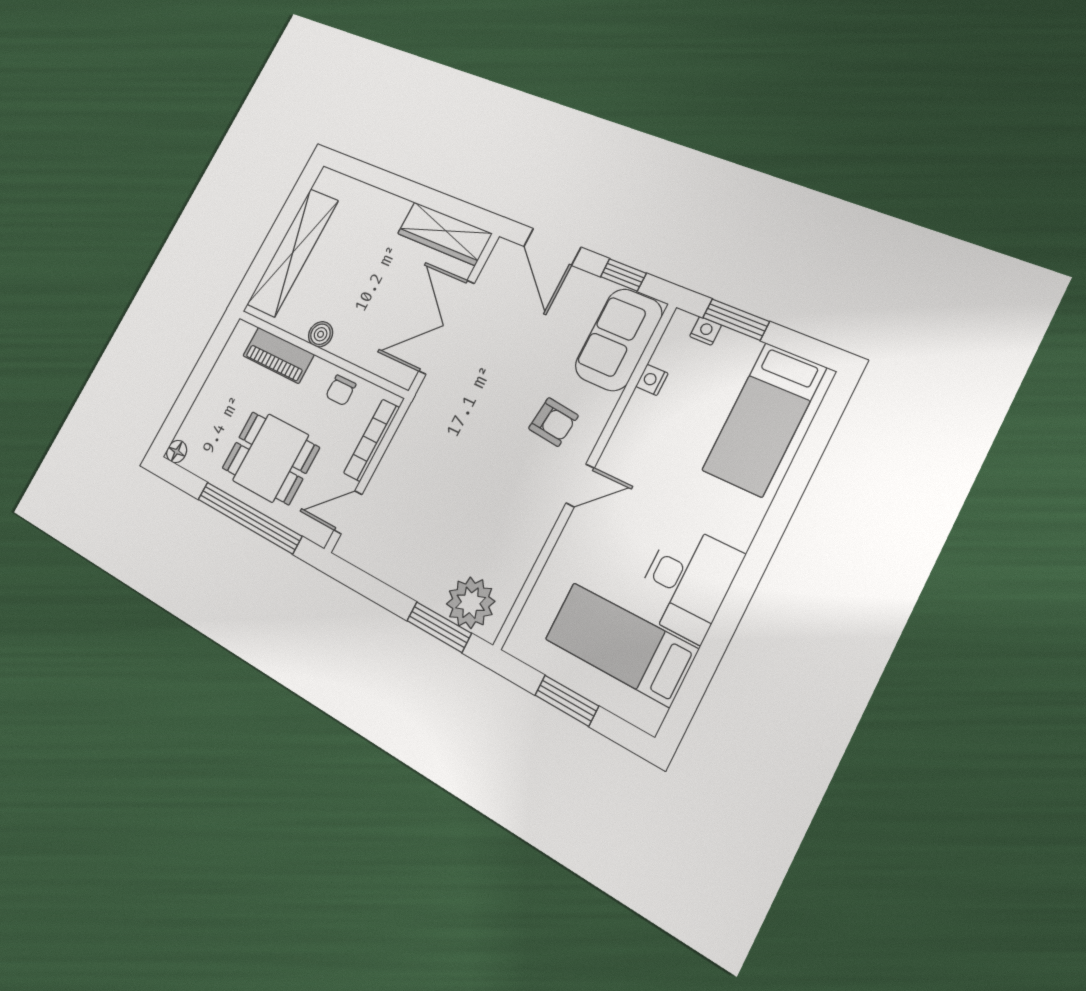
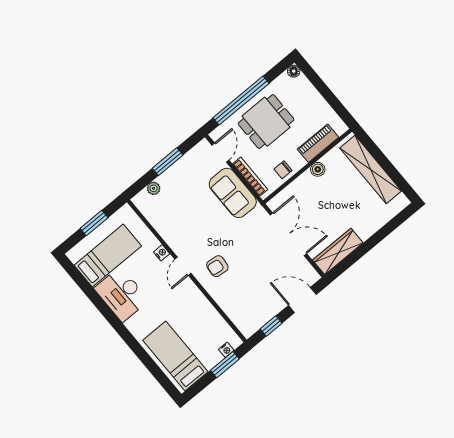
sofa: (618, 340) -> (233, 193), moved, turned 180
nightstand: (652, 380) -> (162, 253), moved
chair: (341, 390) -> (283, 170), turned -90
plant: (471, 603) -> (154, 188), width x0.53, depth x0.53
window: (439, 627) -> (168, 162), moved

